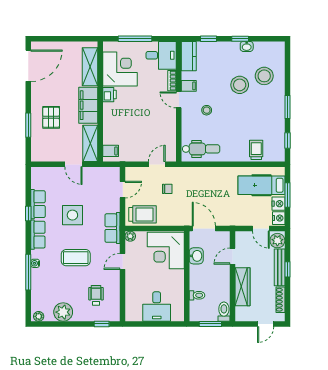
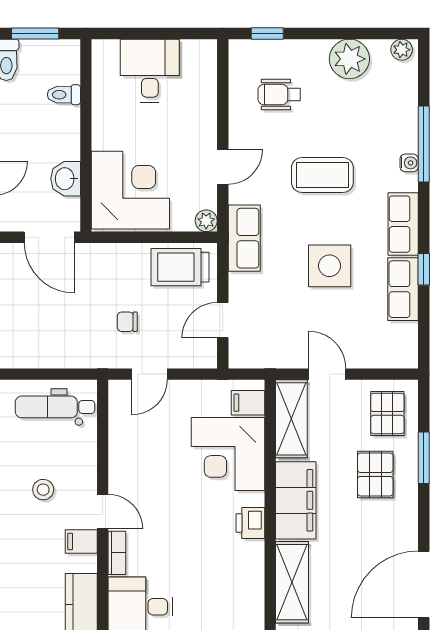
corner desk: (120, 69) -> (228, 454), moved
pallet: (45, 146) -> (387, 413), added
wheelchair: (96, 295) -> (279, 95), turned 90

